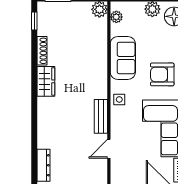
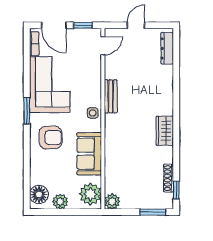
plant: (116, 17) -> (90, 194), width x1.87, depth x1.87
shoe rack: (42, 51) -> (169, 178), moved
door: (109, 149) -> (103, 46), moved

